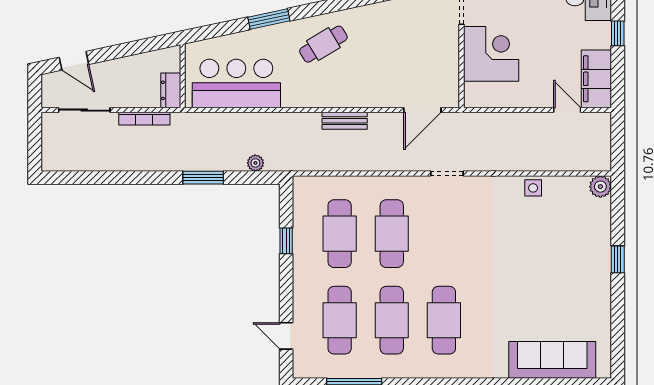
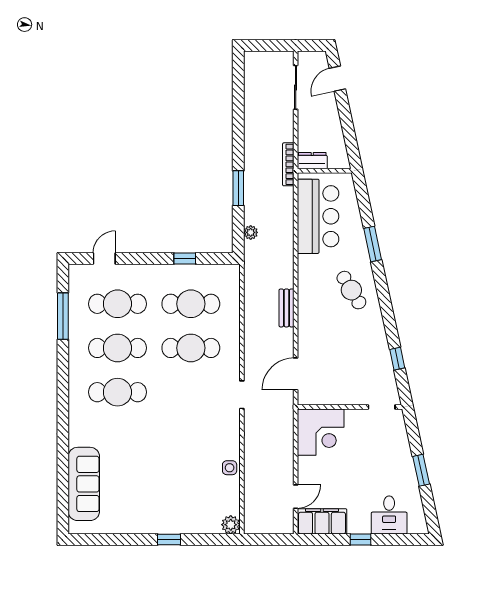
corner desk: (491, 54) -> (321, 432), moved
door: (422, 110) -> (296, 374), hinge flipped
bookcase: (144, 119) -> (288, 164), moved

